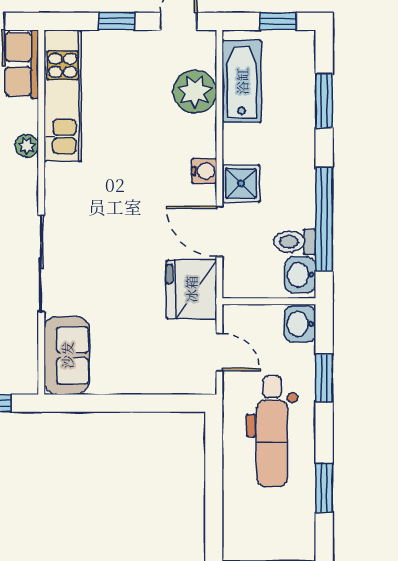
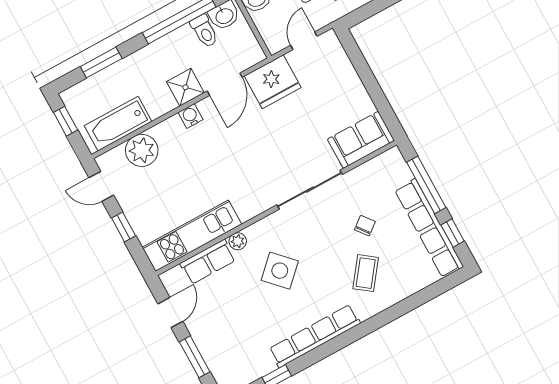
row of seats: (22, 64) -> (208, 262), moved

